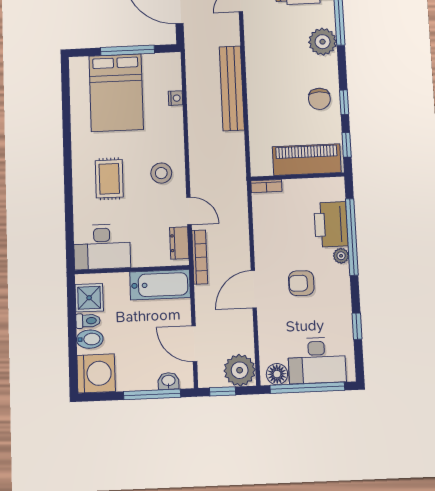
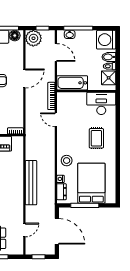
stool: (161, 173) -> (67, 161), moved
dresser: (179, 243) -> (62, 192), moved

